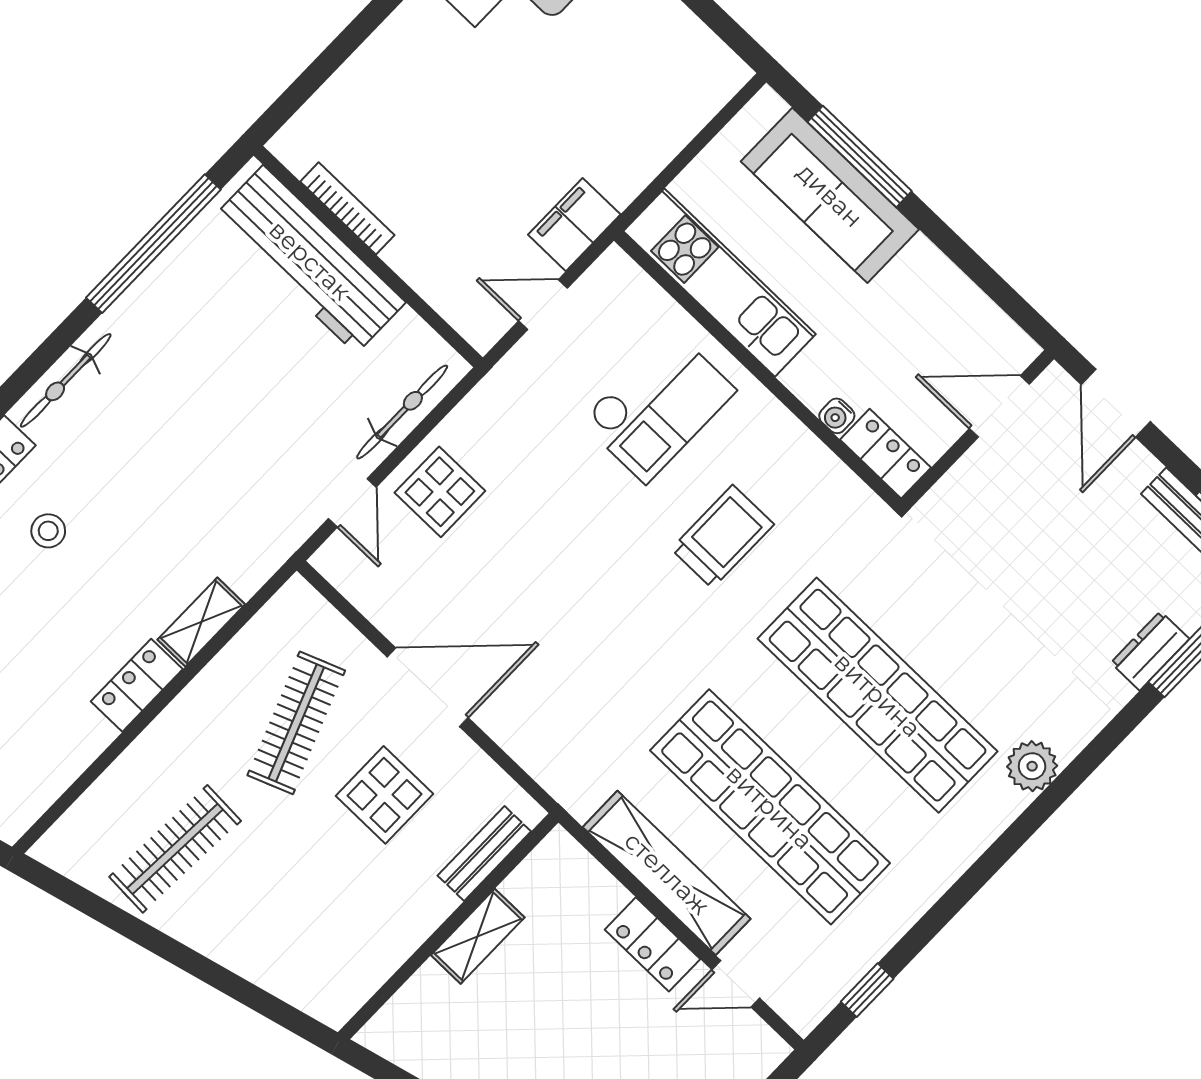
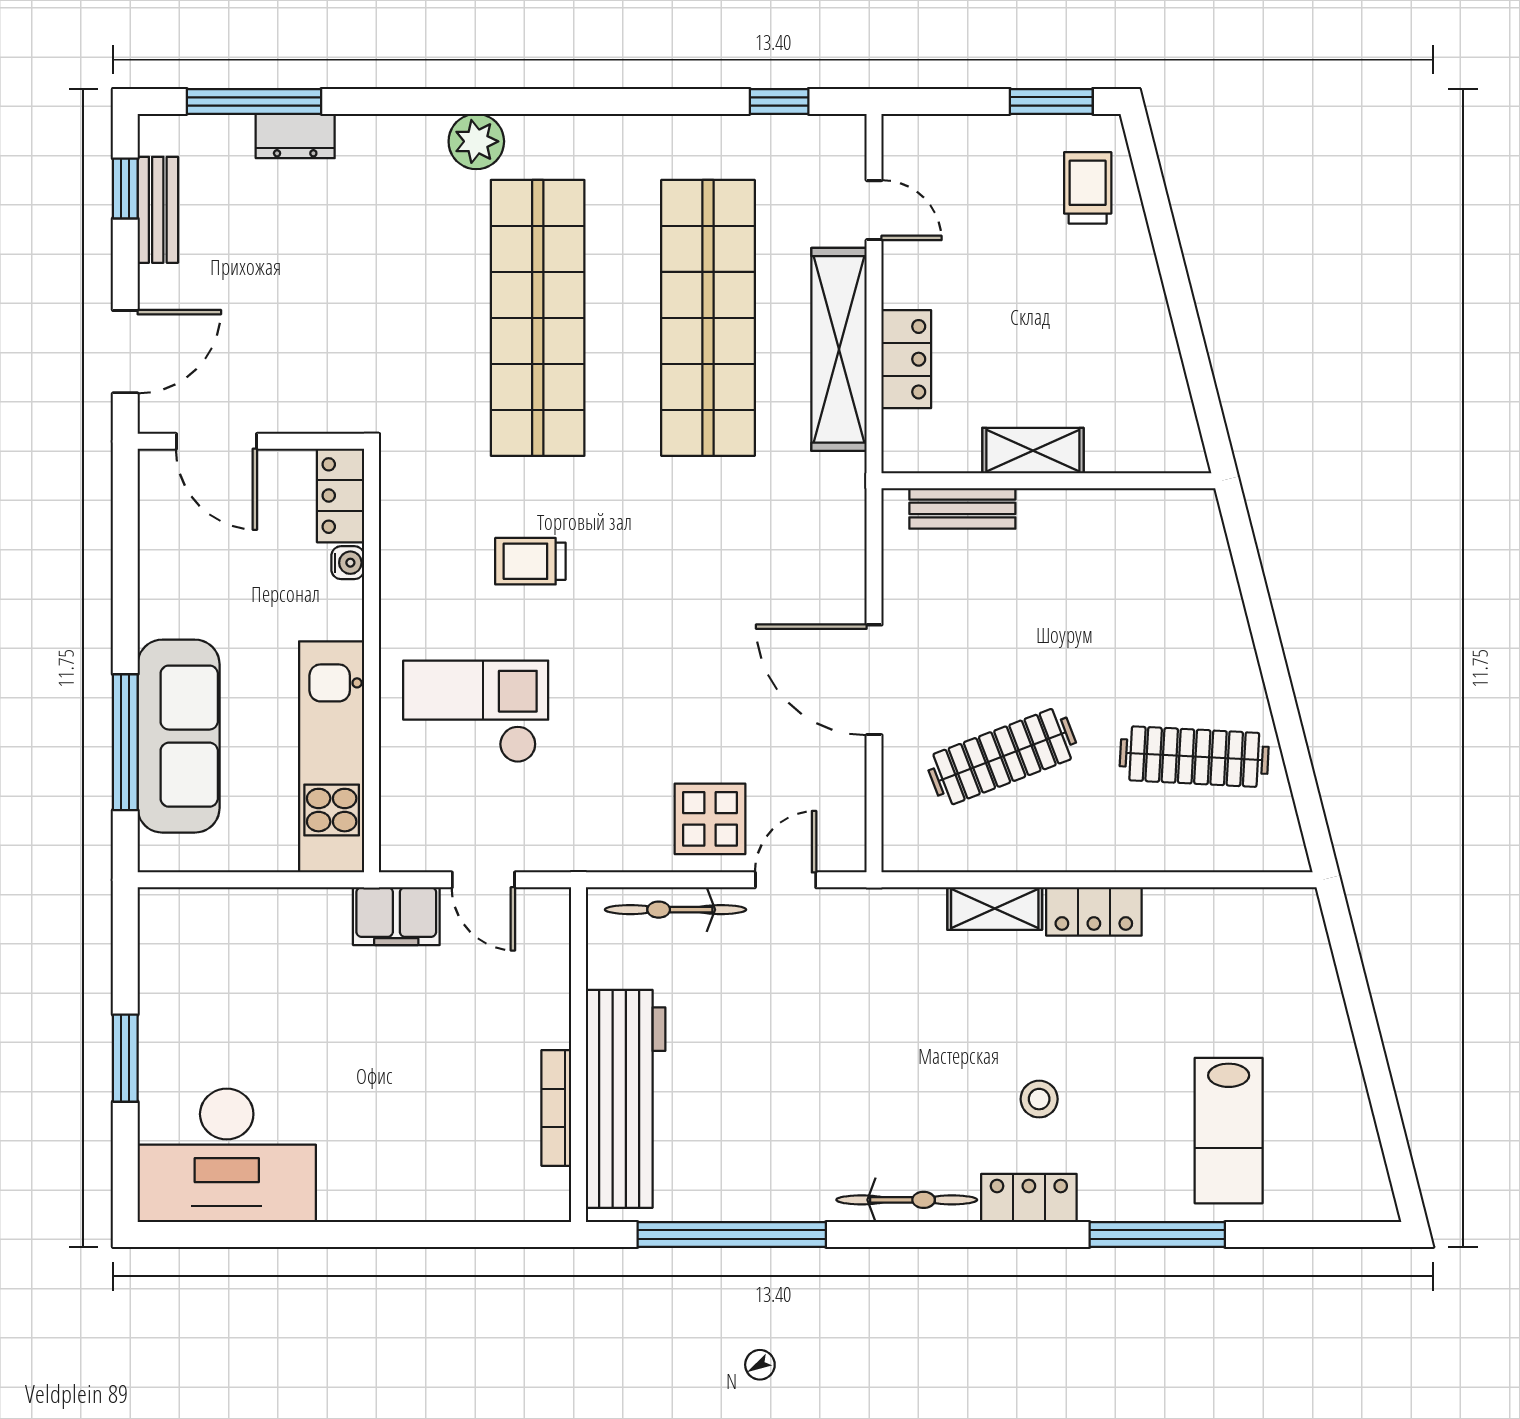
trolley: (722, 537) -> (530, 561), width x0.73, depth x0.72
display table: (385, 795) -> (992, 632), removed
locker: (652, 944) -> (906, 359), moved

